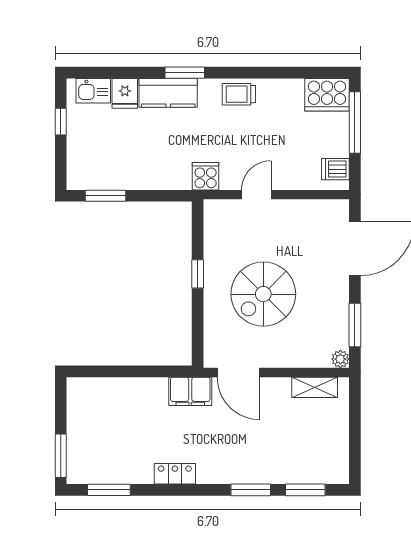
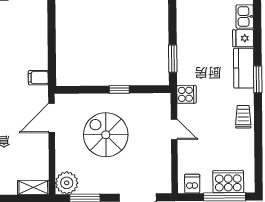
cooker: (327, 95) -> (228, 182), moved, turned 90
window: (106, 196) -> (173, 59), moved
plant: (340, 359) -> (67, 183), width x1.87, depth x1.87
shelving: (315, 387) -> (33, 187), moved, turned 90
filing cabinet: (190, 391) -> (38, 78), width x0.50

